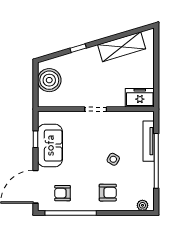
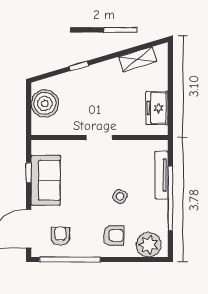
shelving: (122, 47) -> (138, 59), width x0.67, depth x0.75
freezer: (140, 98) -> (157, 108), moved, turned -90
armchair: (63, 193) -> (60, 236), turned 90
plant: (142, 205) -> (149, 245), width x1.88, depth x1.88

